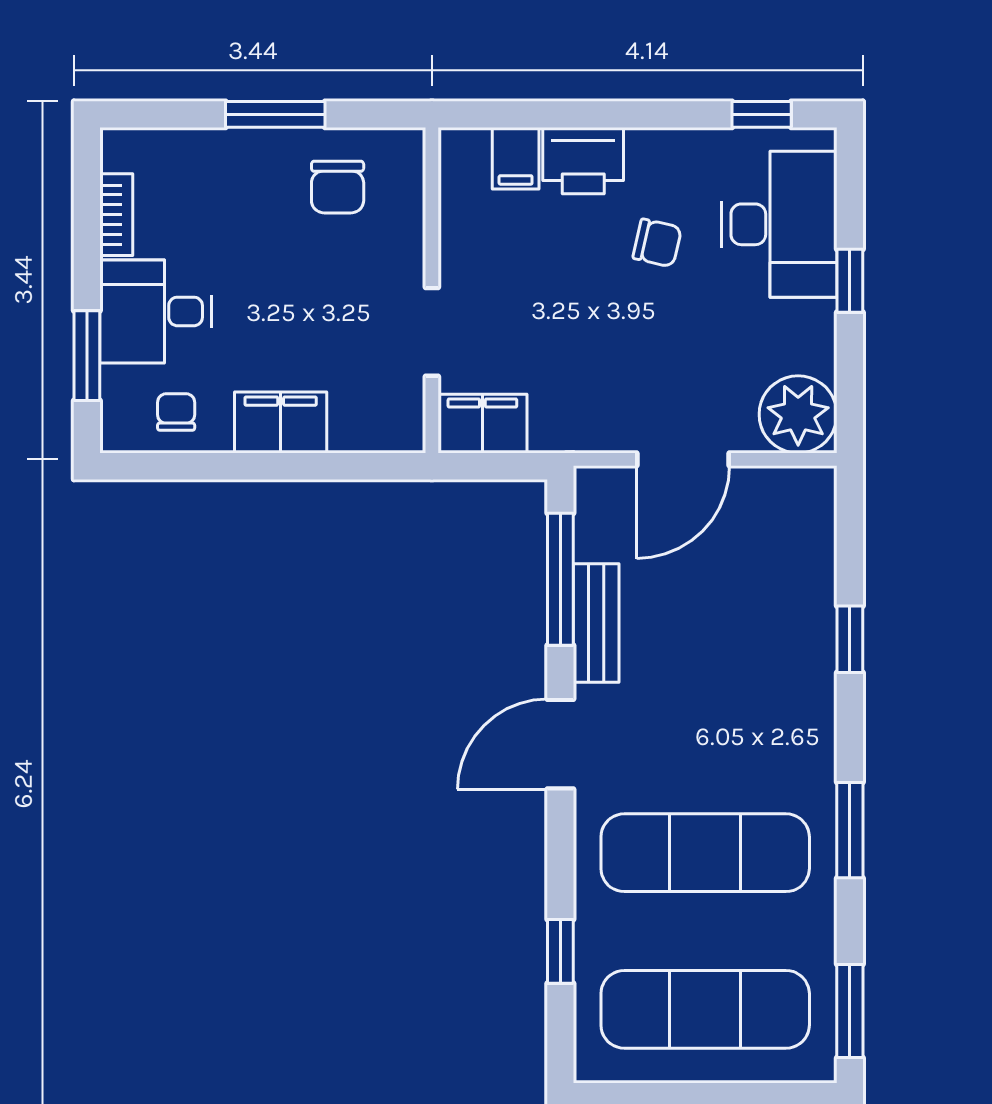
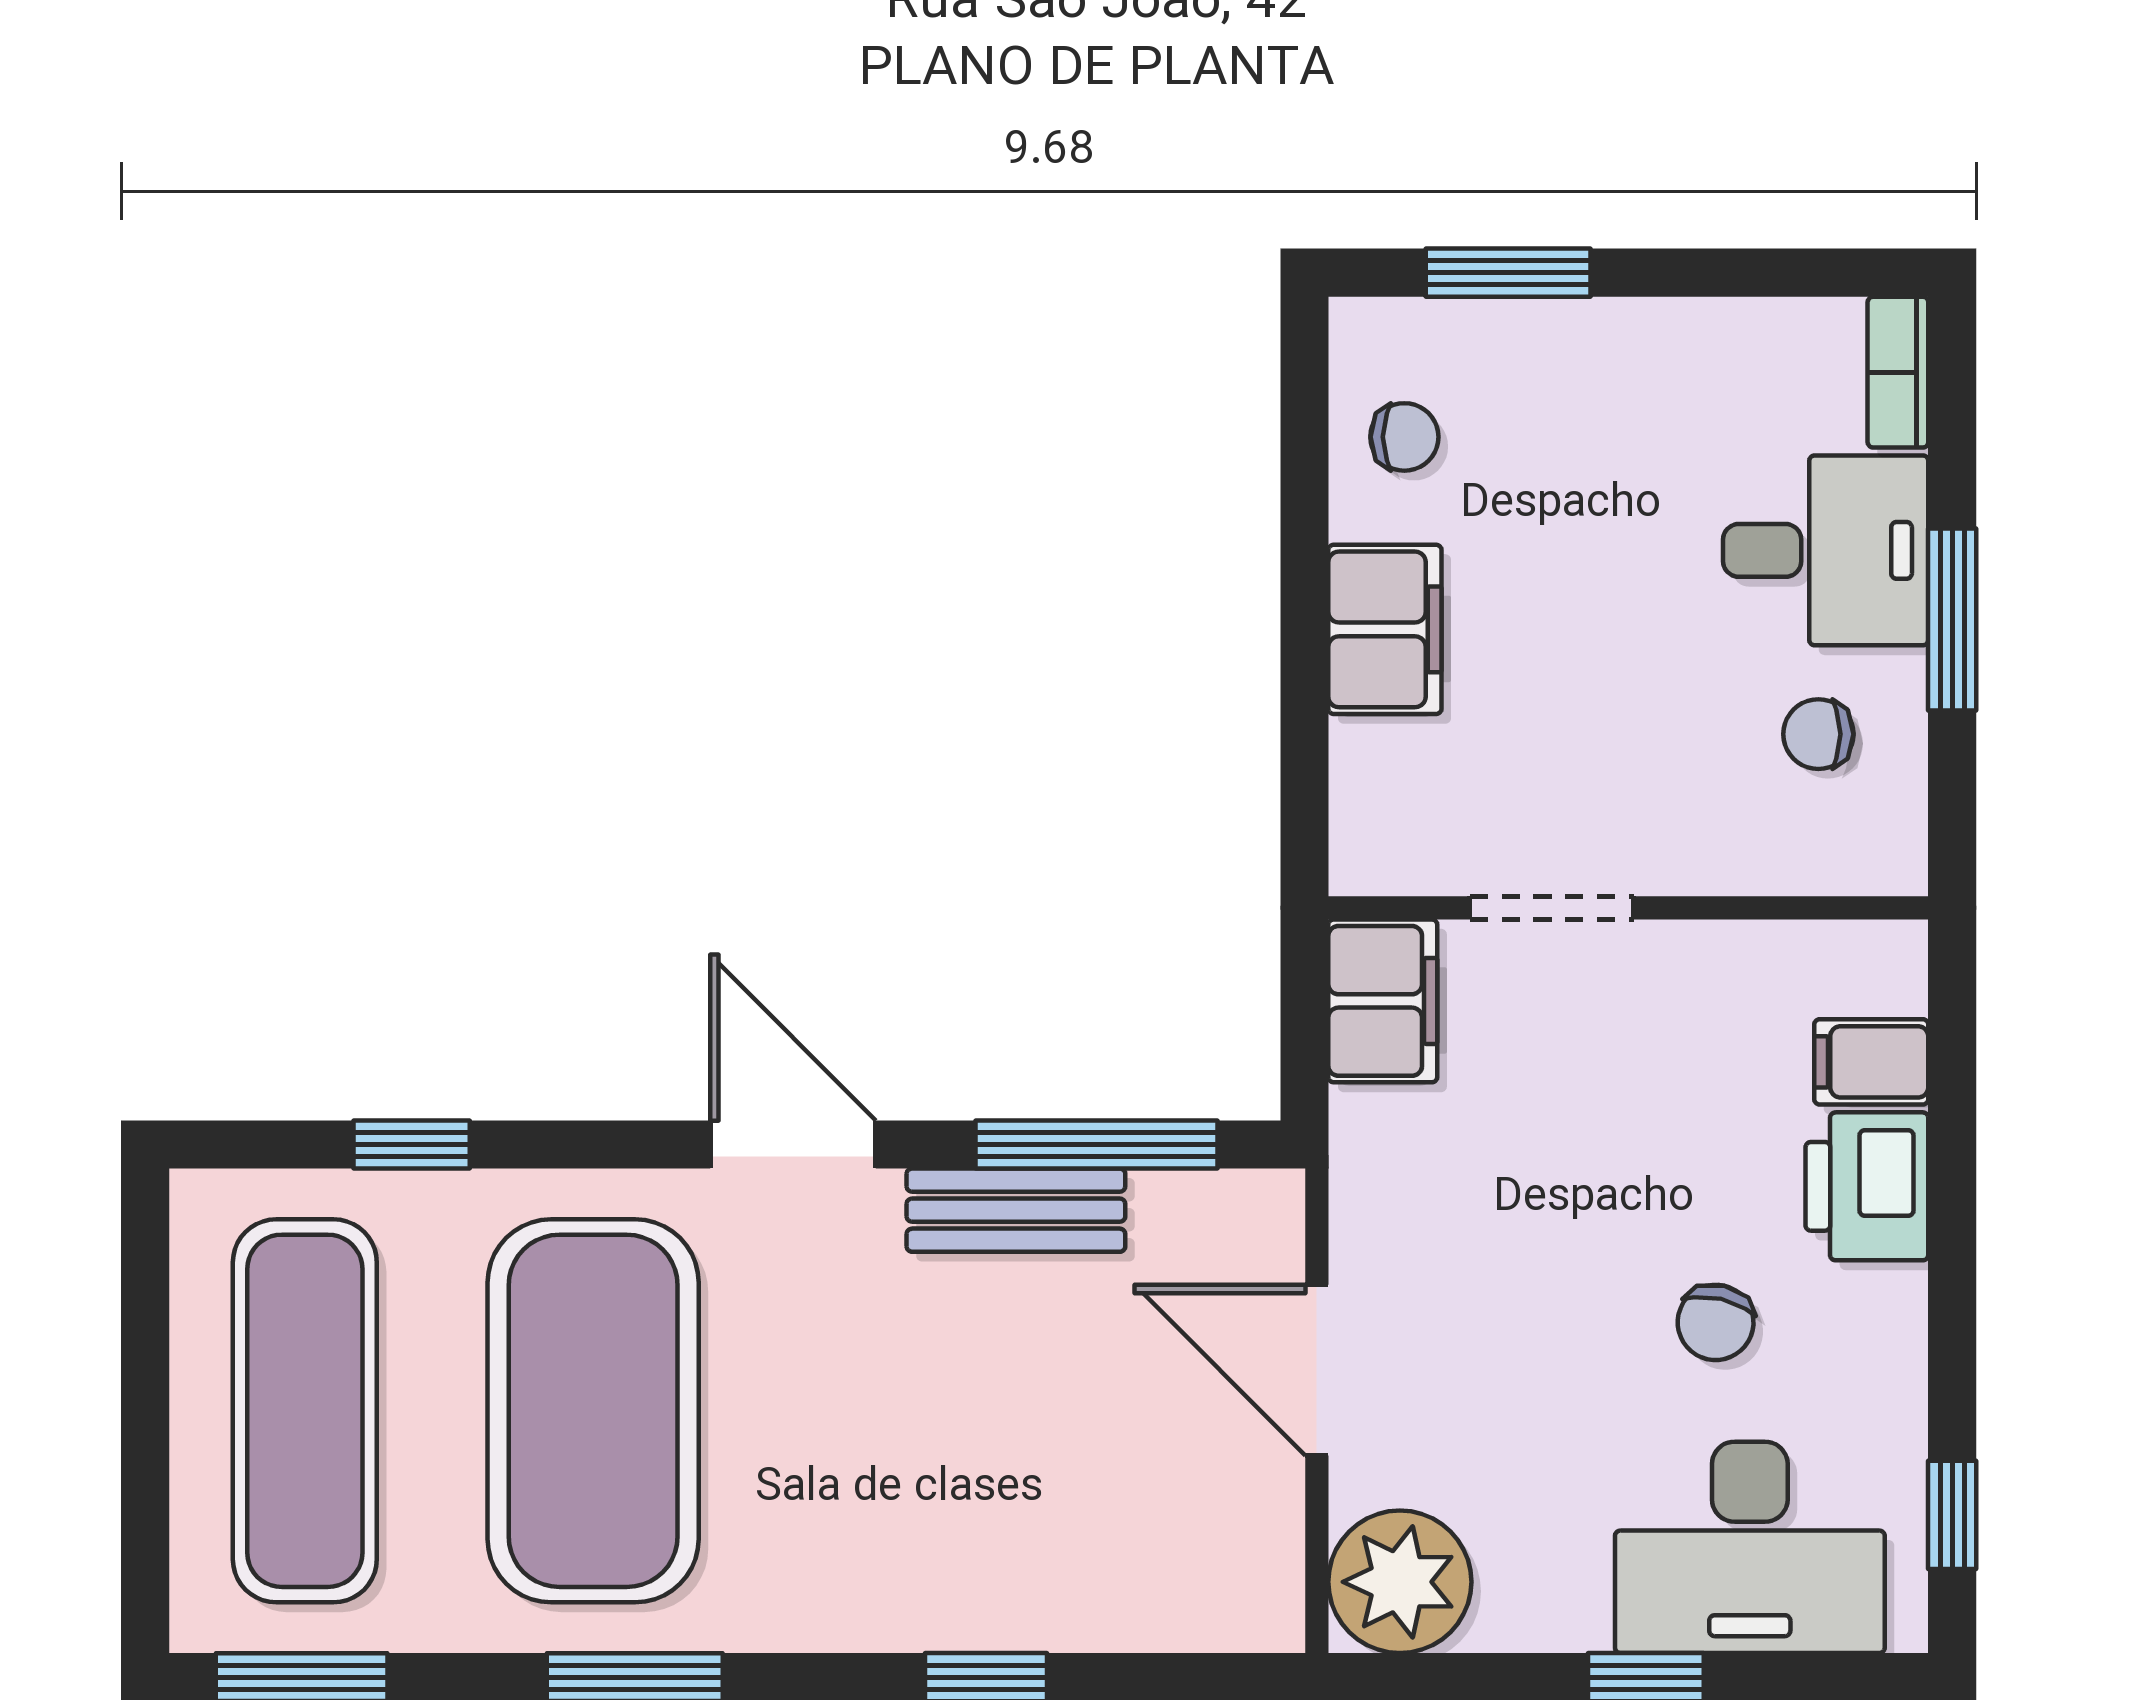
chair: (338, 187) -> (1818, 734), width x0.73, depth x0.73
bookcase: (116, 215) -> (1898, 372), moved, turned 90
desk: (156, 311) -> (1826, 550), moved, turned 90
exercise mat: (705, 853) -> (593, 1411), width x1.47

